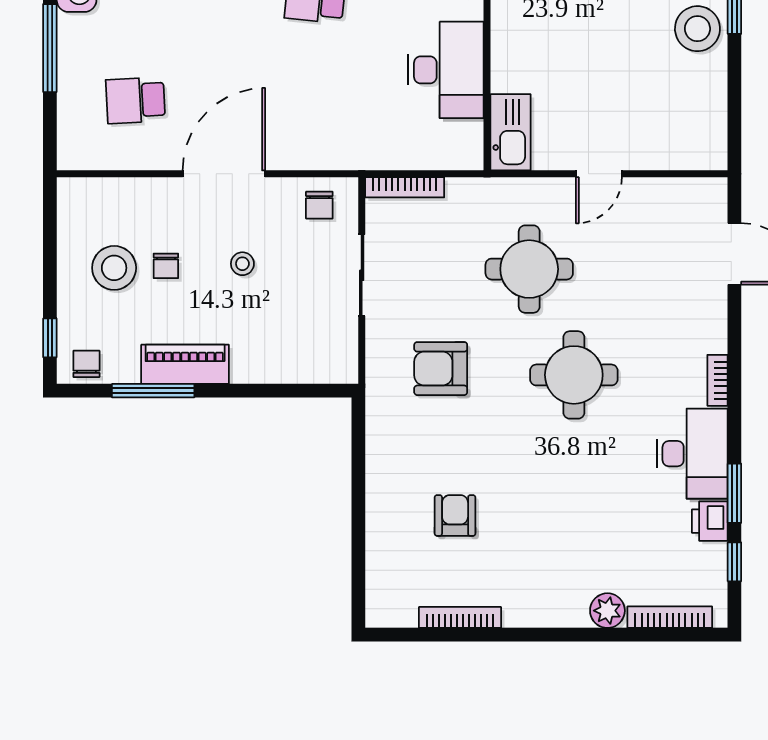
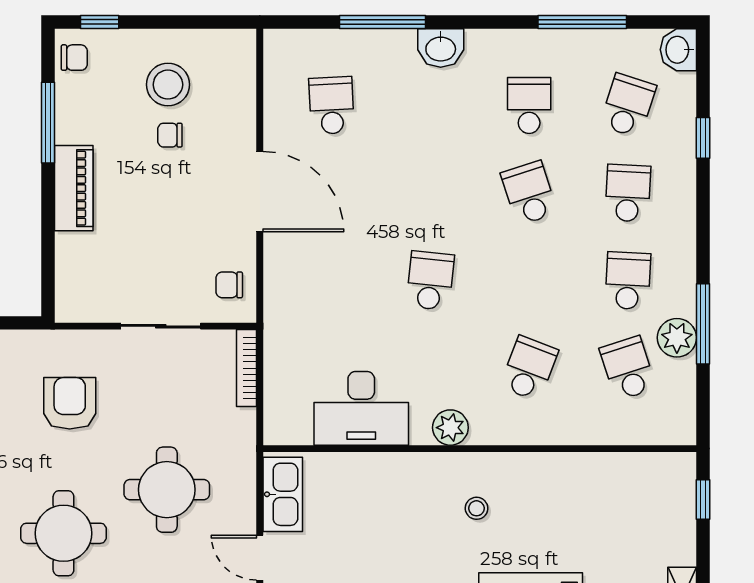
kitchen sink: (511, 132) -> (283, 494), moved, turned -90
stool: (242, 264) -> (172, 210), removed
piano: (185, 364) -> (74, 188), moved

